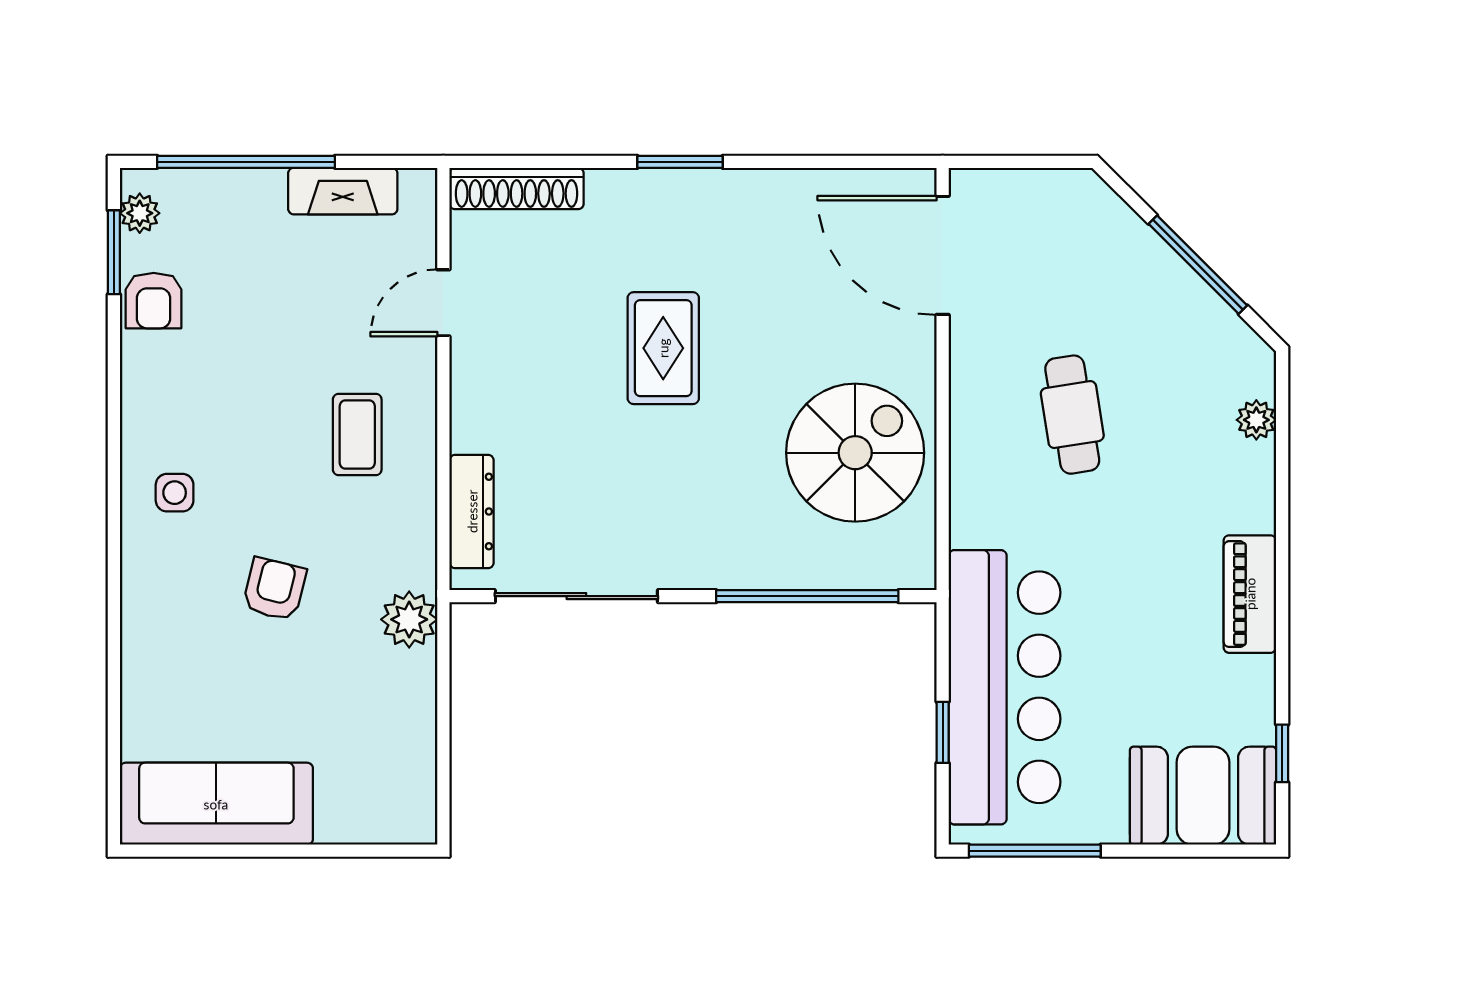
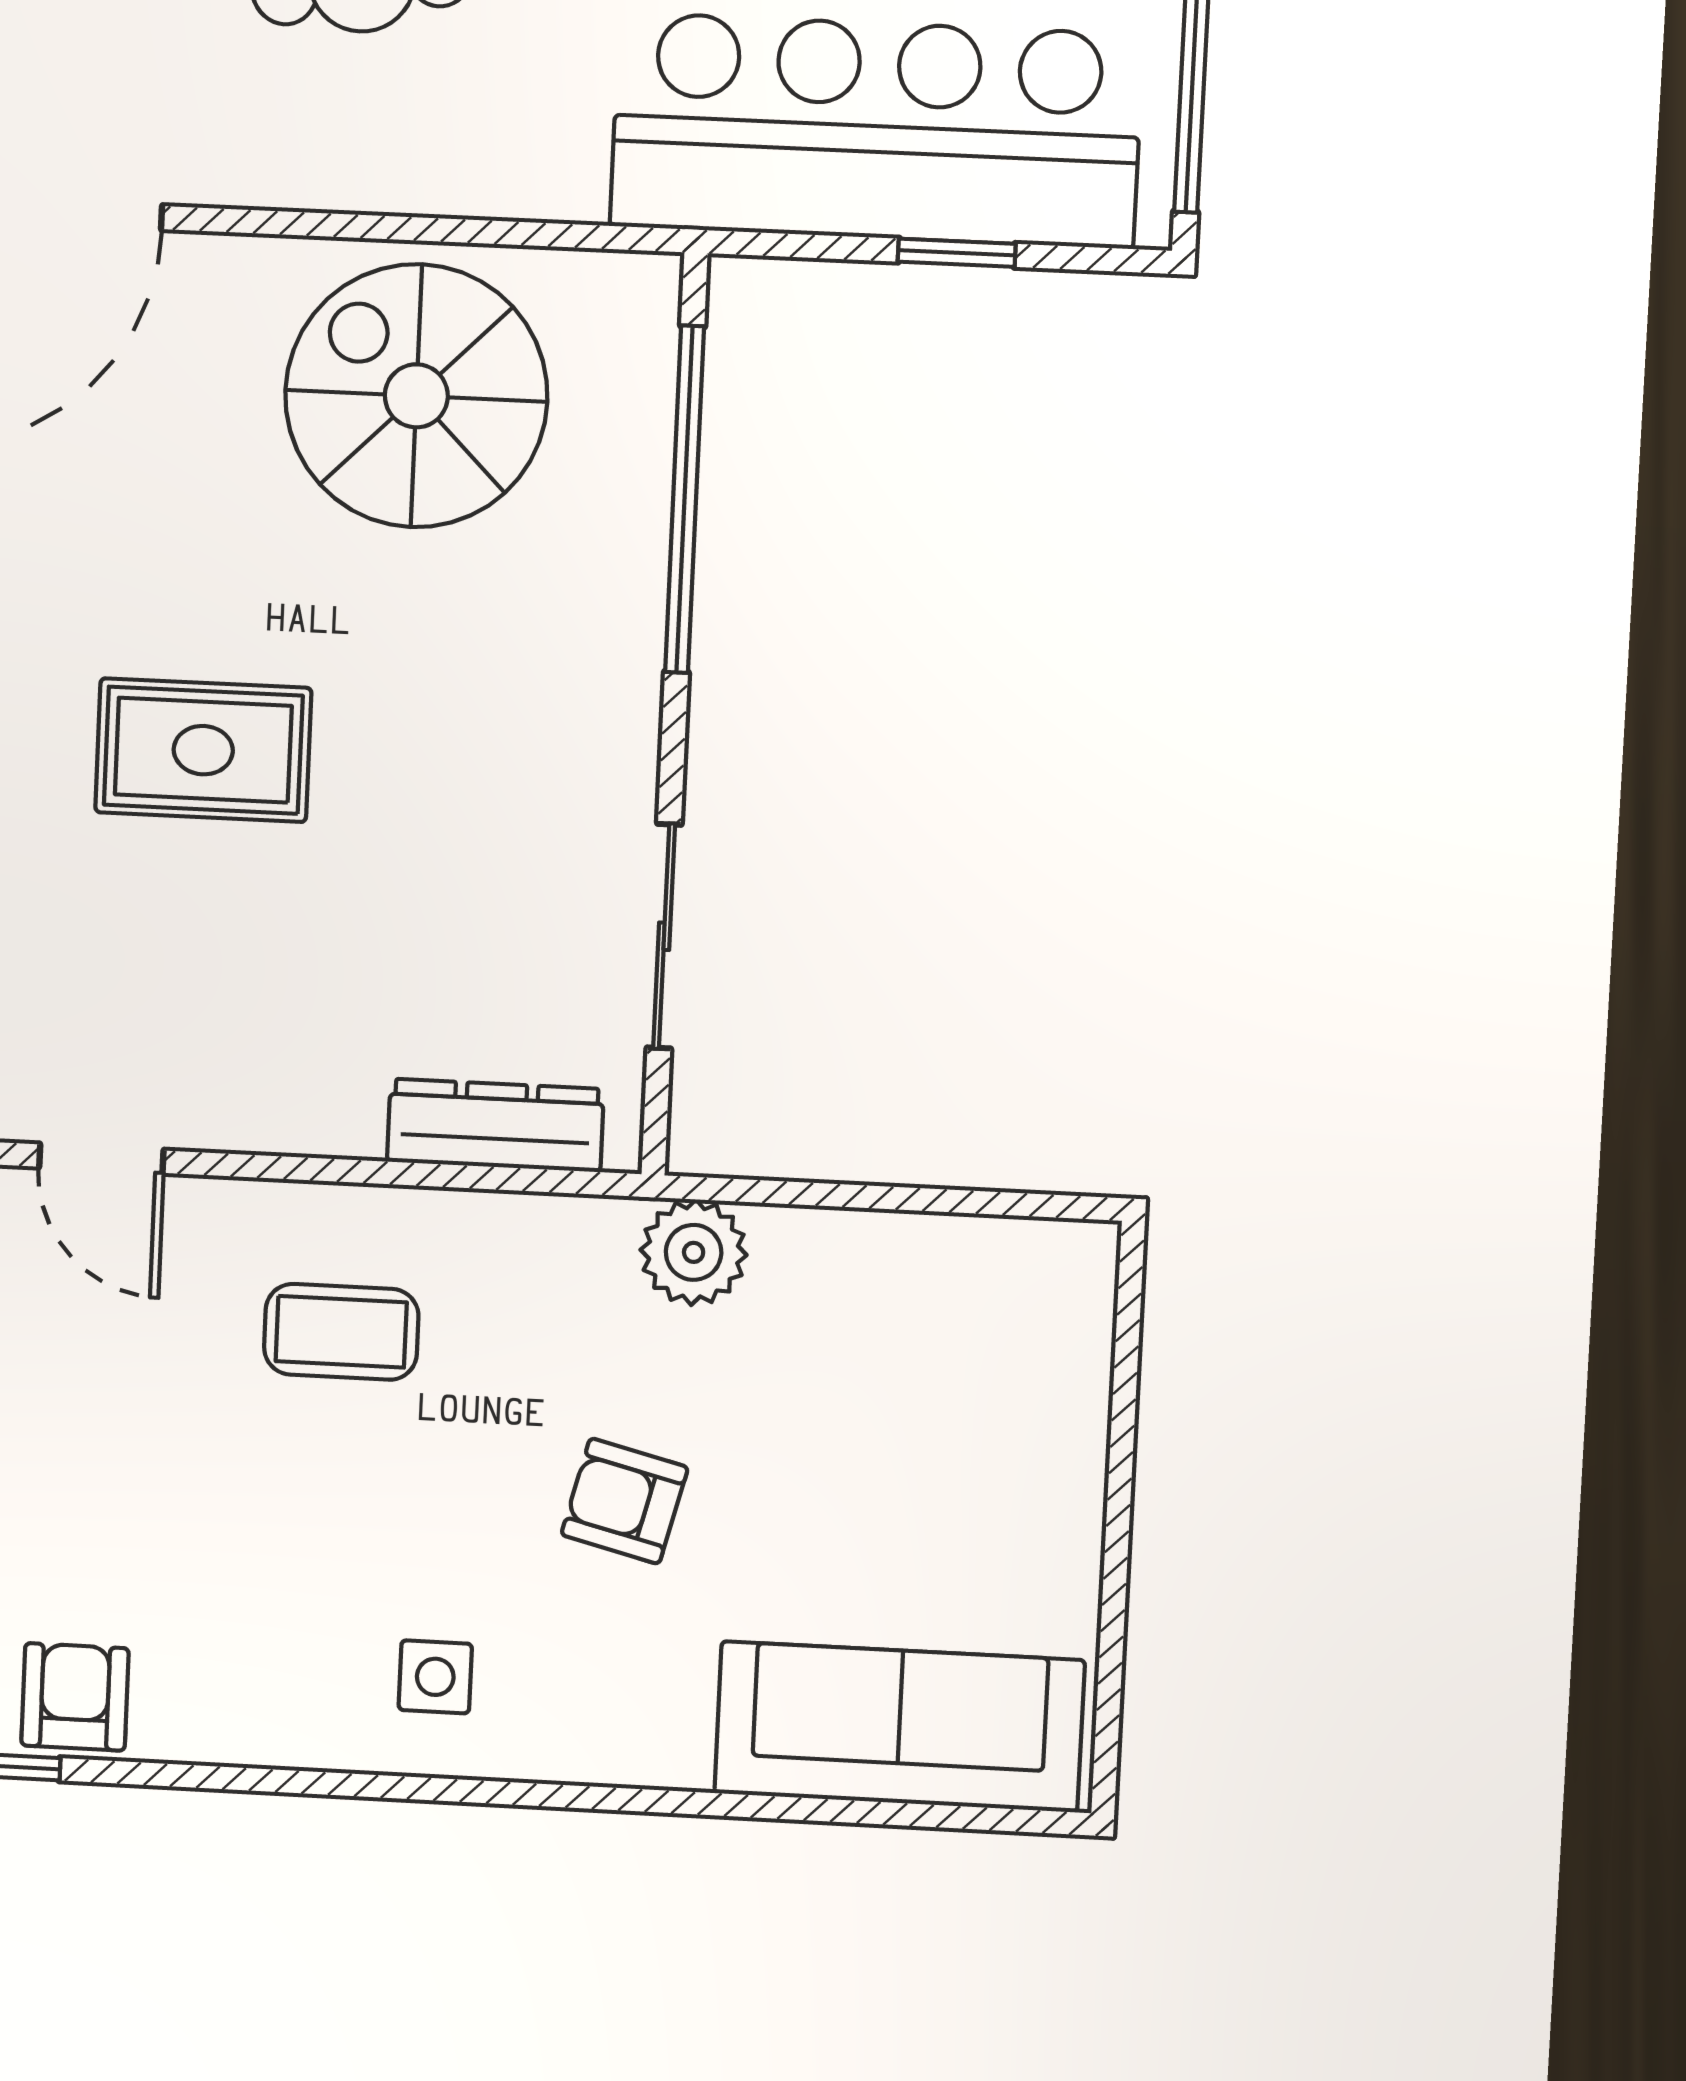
armchair: (154, 301) -> (75, 1697), turned -90
sliding door: (576, 596) -> (664, 936), width x0.73
sofa: (216, 804) -> (899, 1727), moved, turned 90

